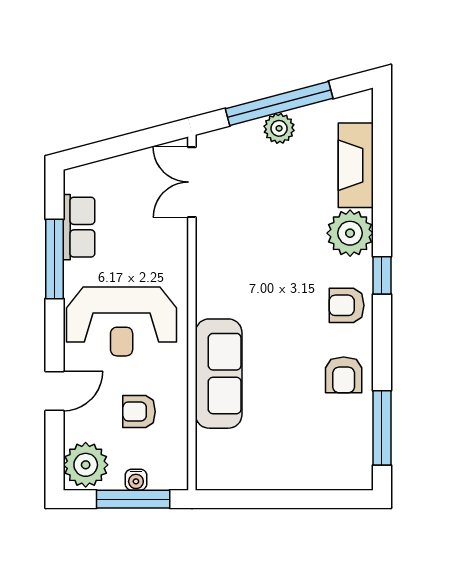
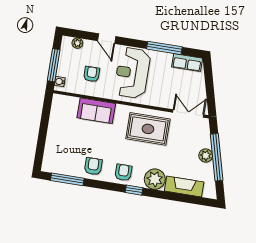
row of seats: (79, 227) -> (187, 63), moved
rug: (241, 267) -> (148, 129), added
sofa: (219, 374) -> (96, 111), width x0.73
armchair: (344, 375) -> (93, 166), turned 90
plant: (86, 465) -> (77, 43), width x0.53, depth x0.53
water cooler: (136, 480) -> (60, 82), moved

